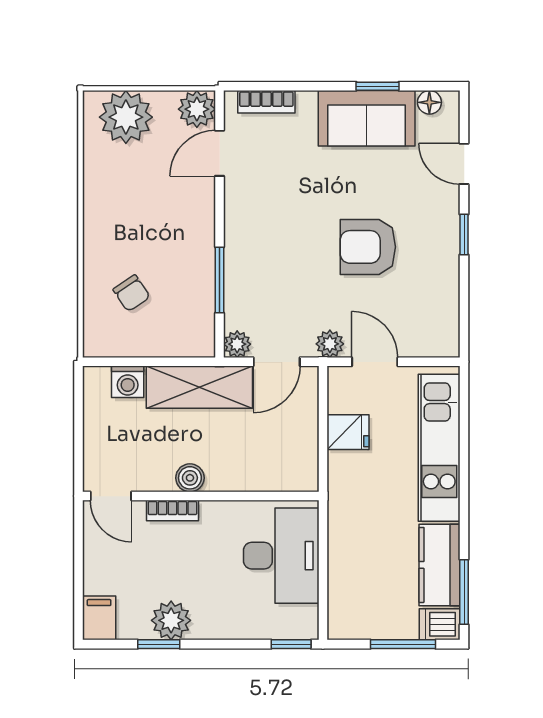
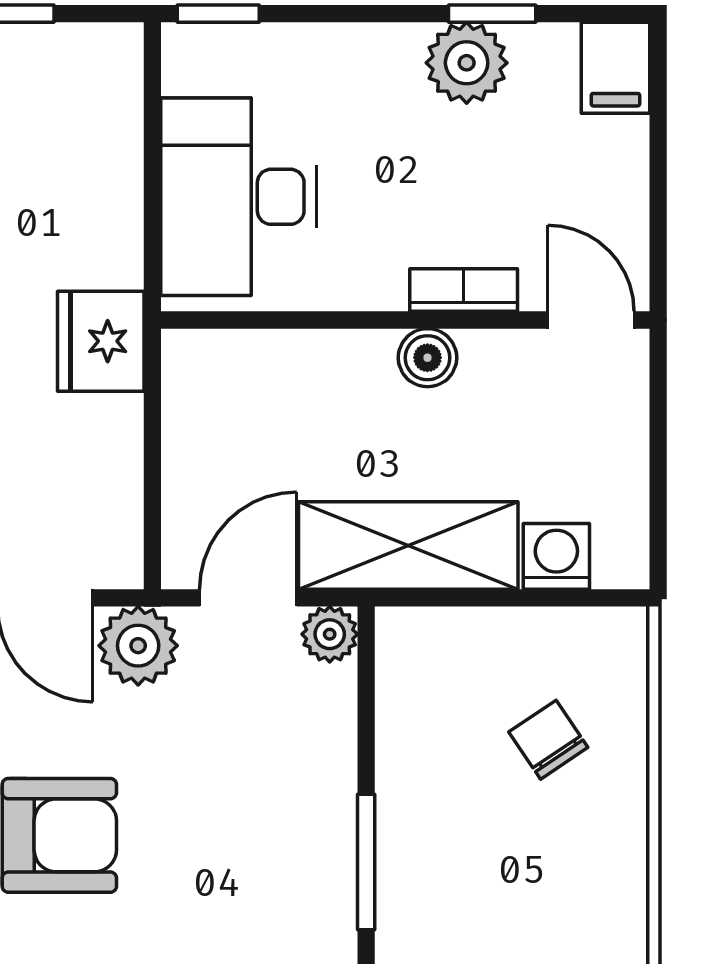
window: (220, 280) -> (366, 862), moved
plant: (330, 344) -> (138, 646), width x1.38, depth x1.38
fridge: (348, 432) -> (101, 341), moved, width x1.38

